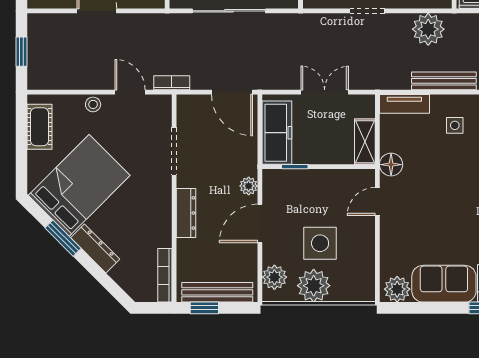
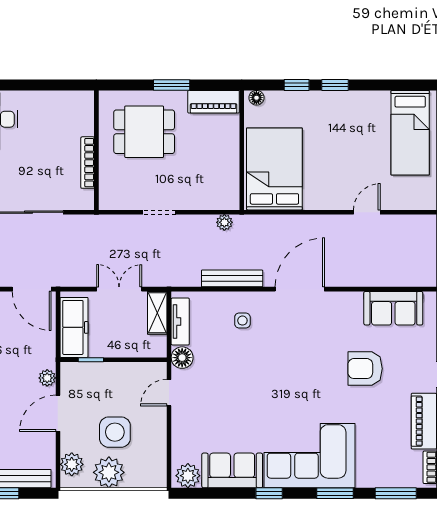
plant: (428, 29) -> (224, 222), width x0.53, depth x0.53
tv unit: (404, 104) -> (180, 321), moved, turned -90
shelving: (365, 142) -> (157, 313), moved

